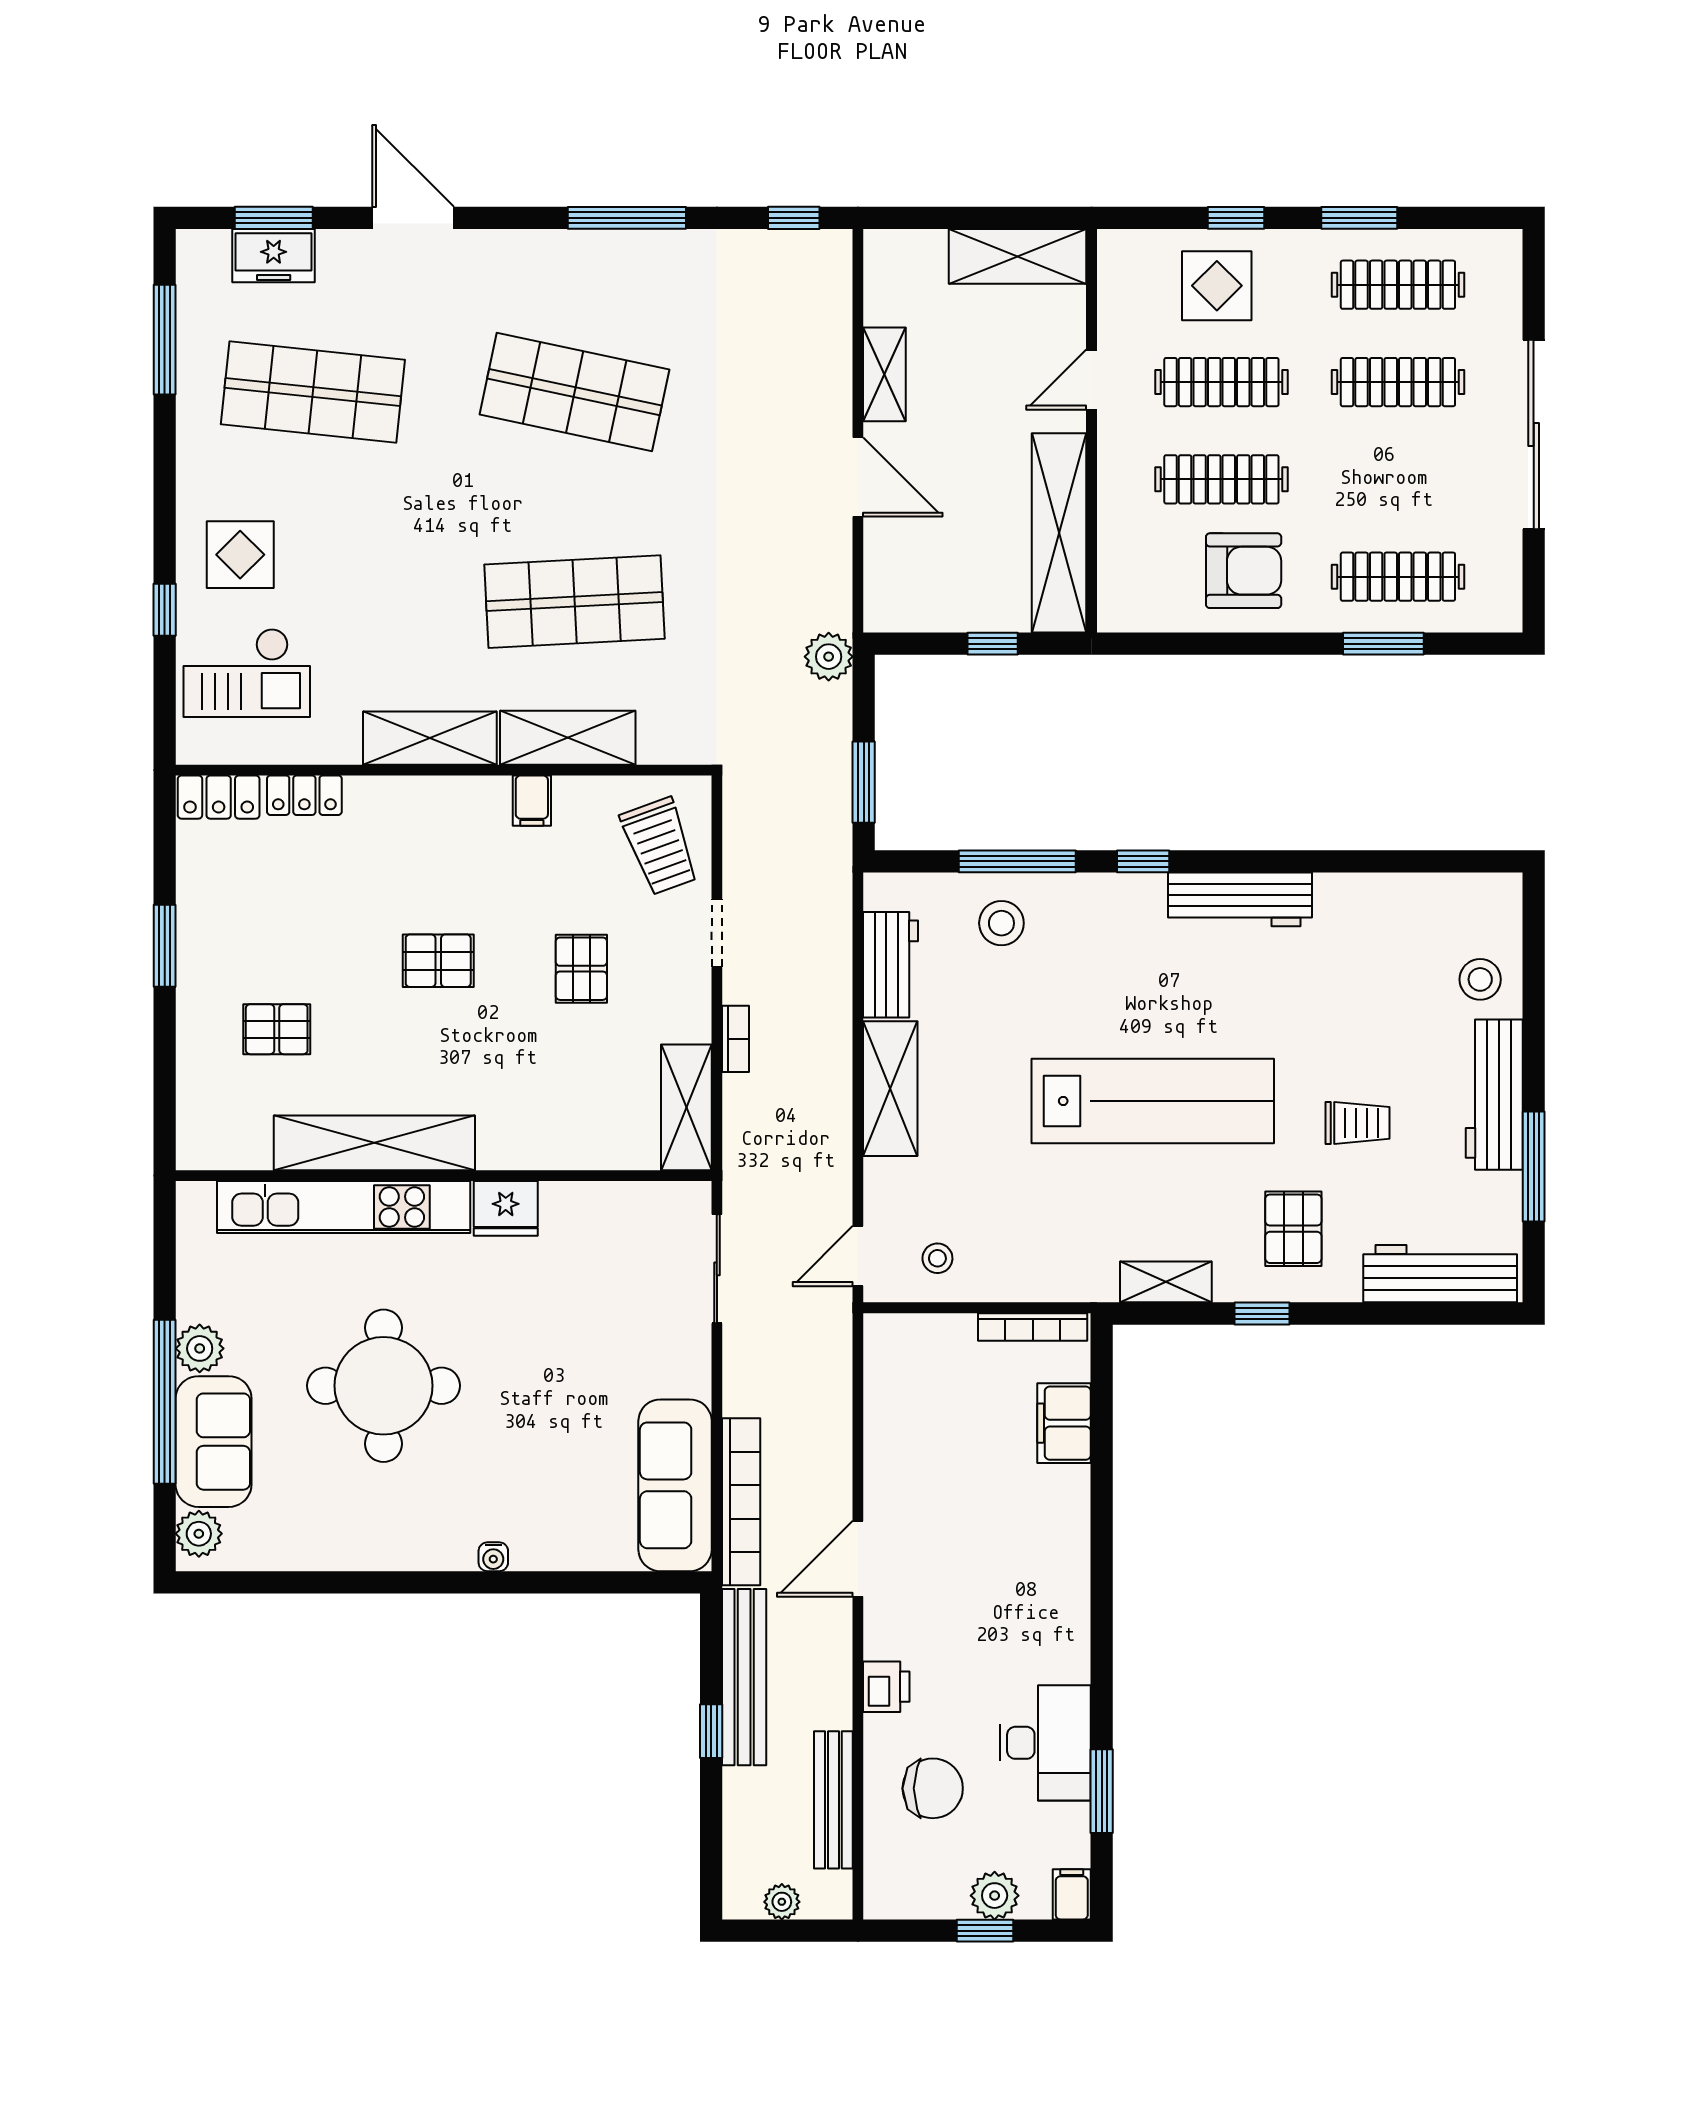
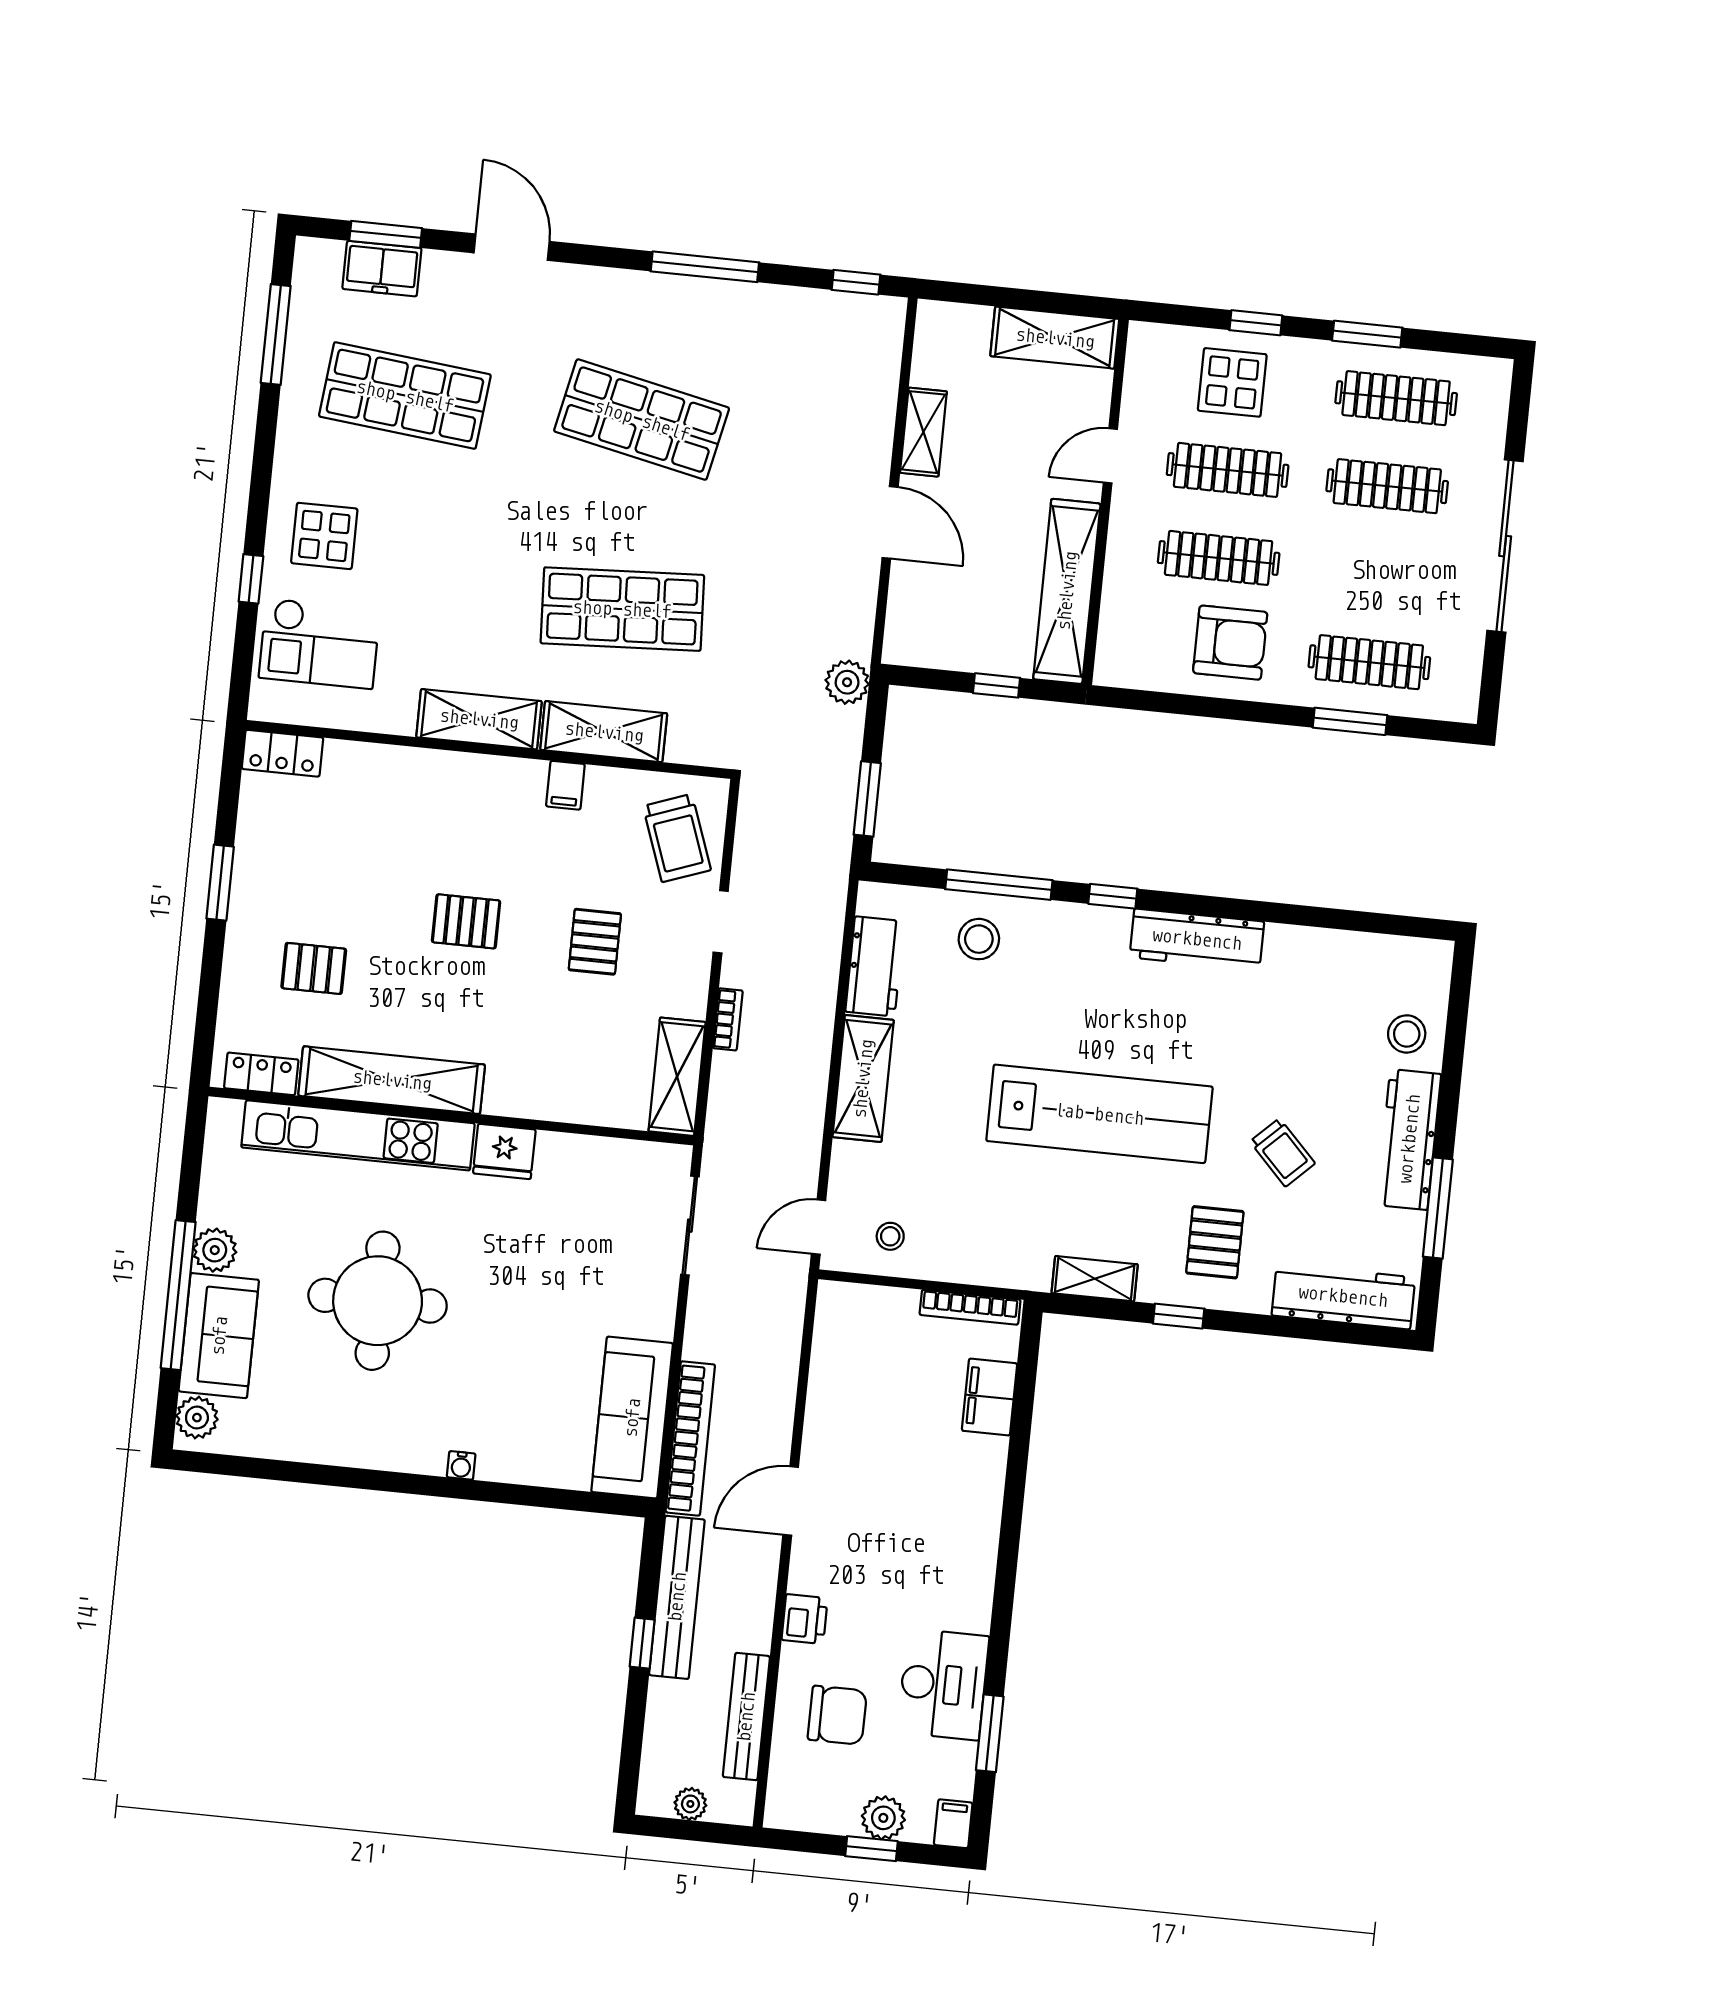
locker: (304, 795) -> (261, 1074), moved, turned 180
trolley: (1357, 1123) -> (1282, 1152), turned 46

